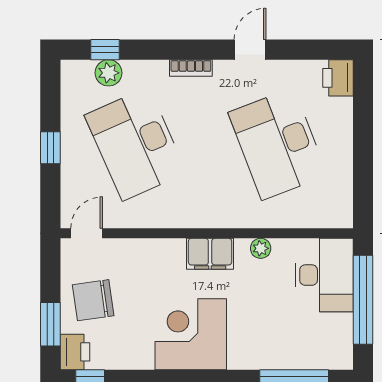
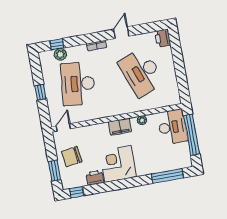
desk: (136, 144) -> (78, 84), turned 30
printer: (75, 352) -> (95, 178), moved, turned -90

